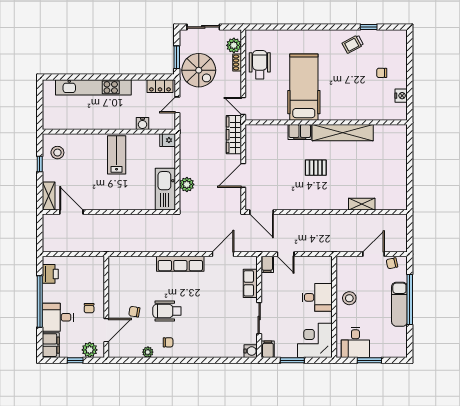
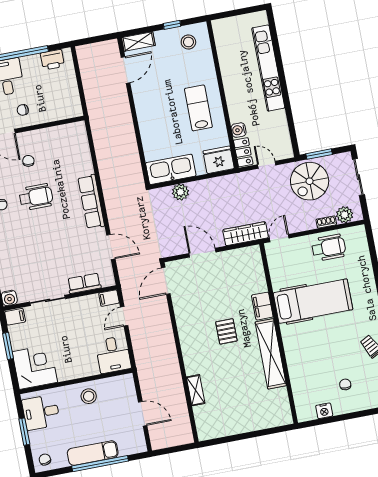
locker: (160, 86) -> (243, 152), moved, turned 180
fridge: (168, 140) -> (219, 160), width x1.88, depth x1.34
lab bench: (117, 155) -> (198, 108), turned -90
chair: (392, 263) -> (45, 460), moved
desk: (317, 297) -> (113, 355), moved
wheelchair: (167, 311) -> (36, 197), turned 90

